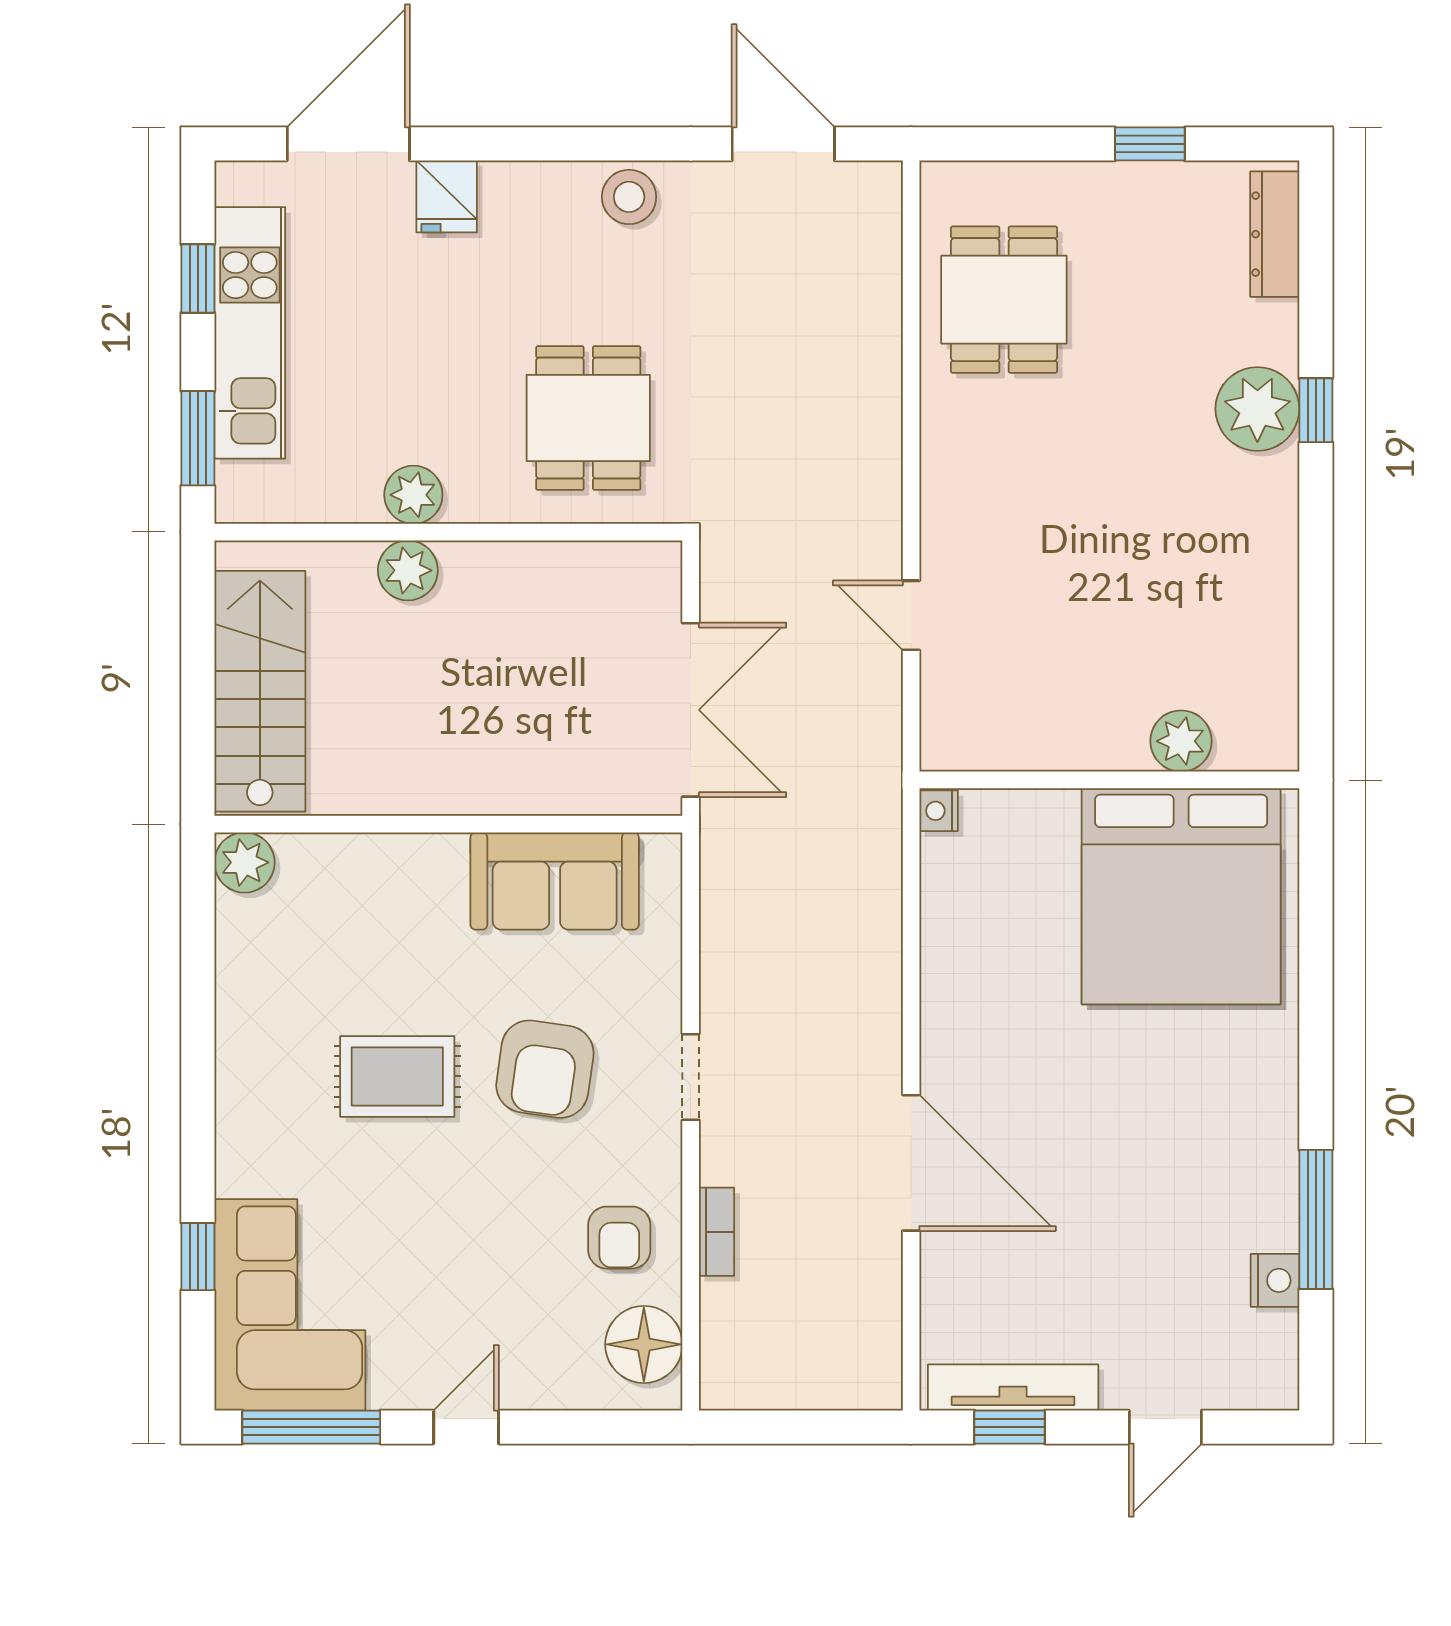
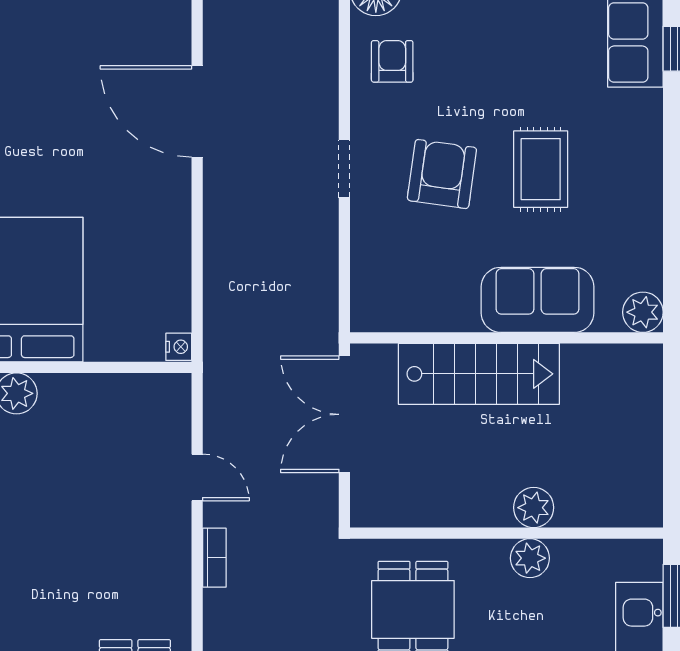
stairs: (260, 691) -> (479, 374), moved, turned -90
sofa: (555, 881) -> (538, 300), moved
rug: (397, 1076) -> (541, 169), turned 90
bookcase: (717, 1232) -> (214, 558), moved, turned 180

